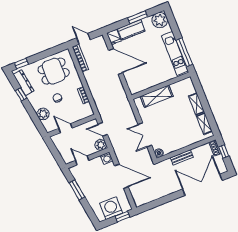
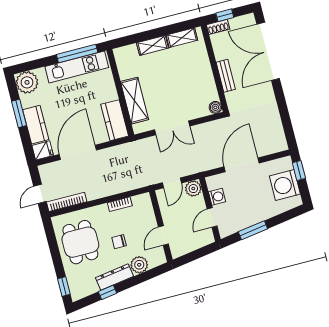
dresser: (24, 83) -> (115, 277), moved
kitchen counter: (141, 84) -> (115, 120), added
double door: (145, 135) -> (172, 128), moved
washing machine: (107, 158) -> (217, 197), moved

